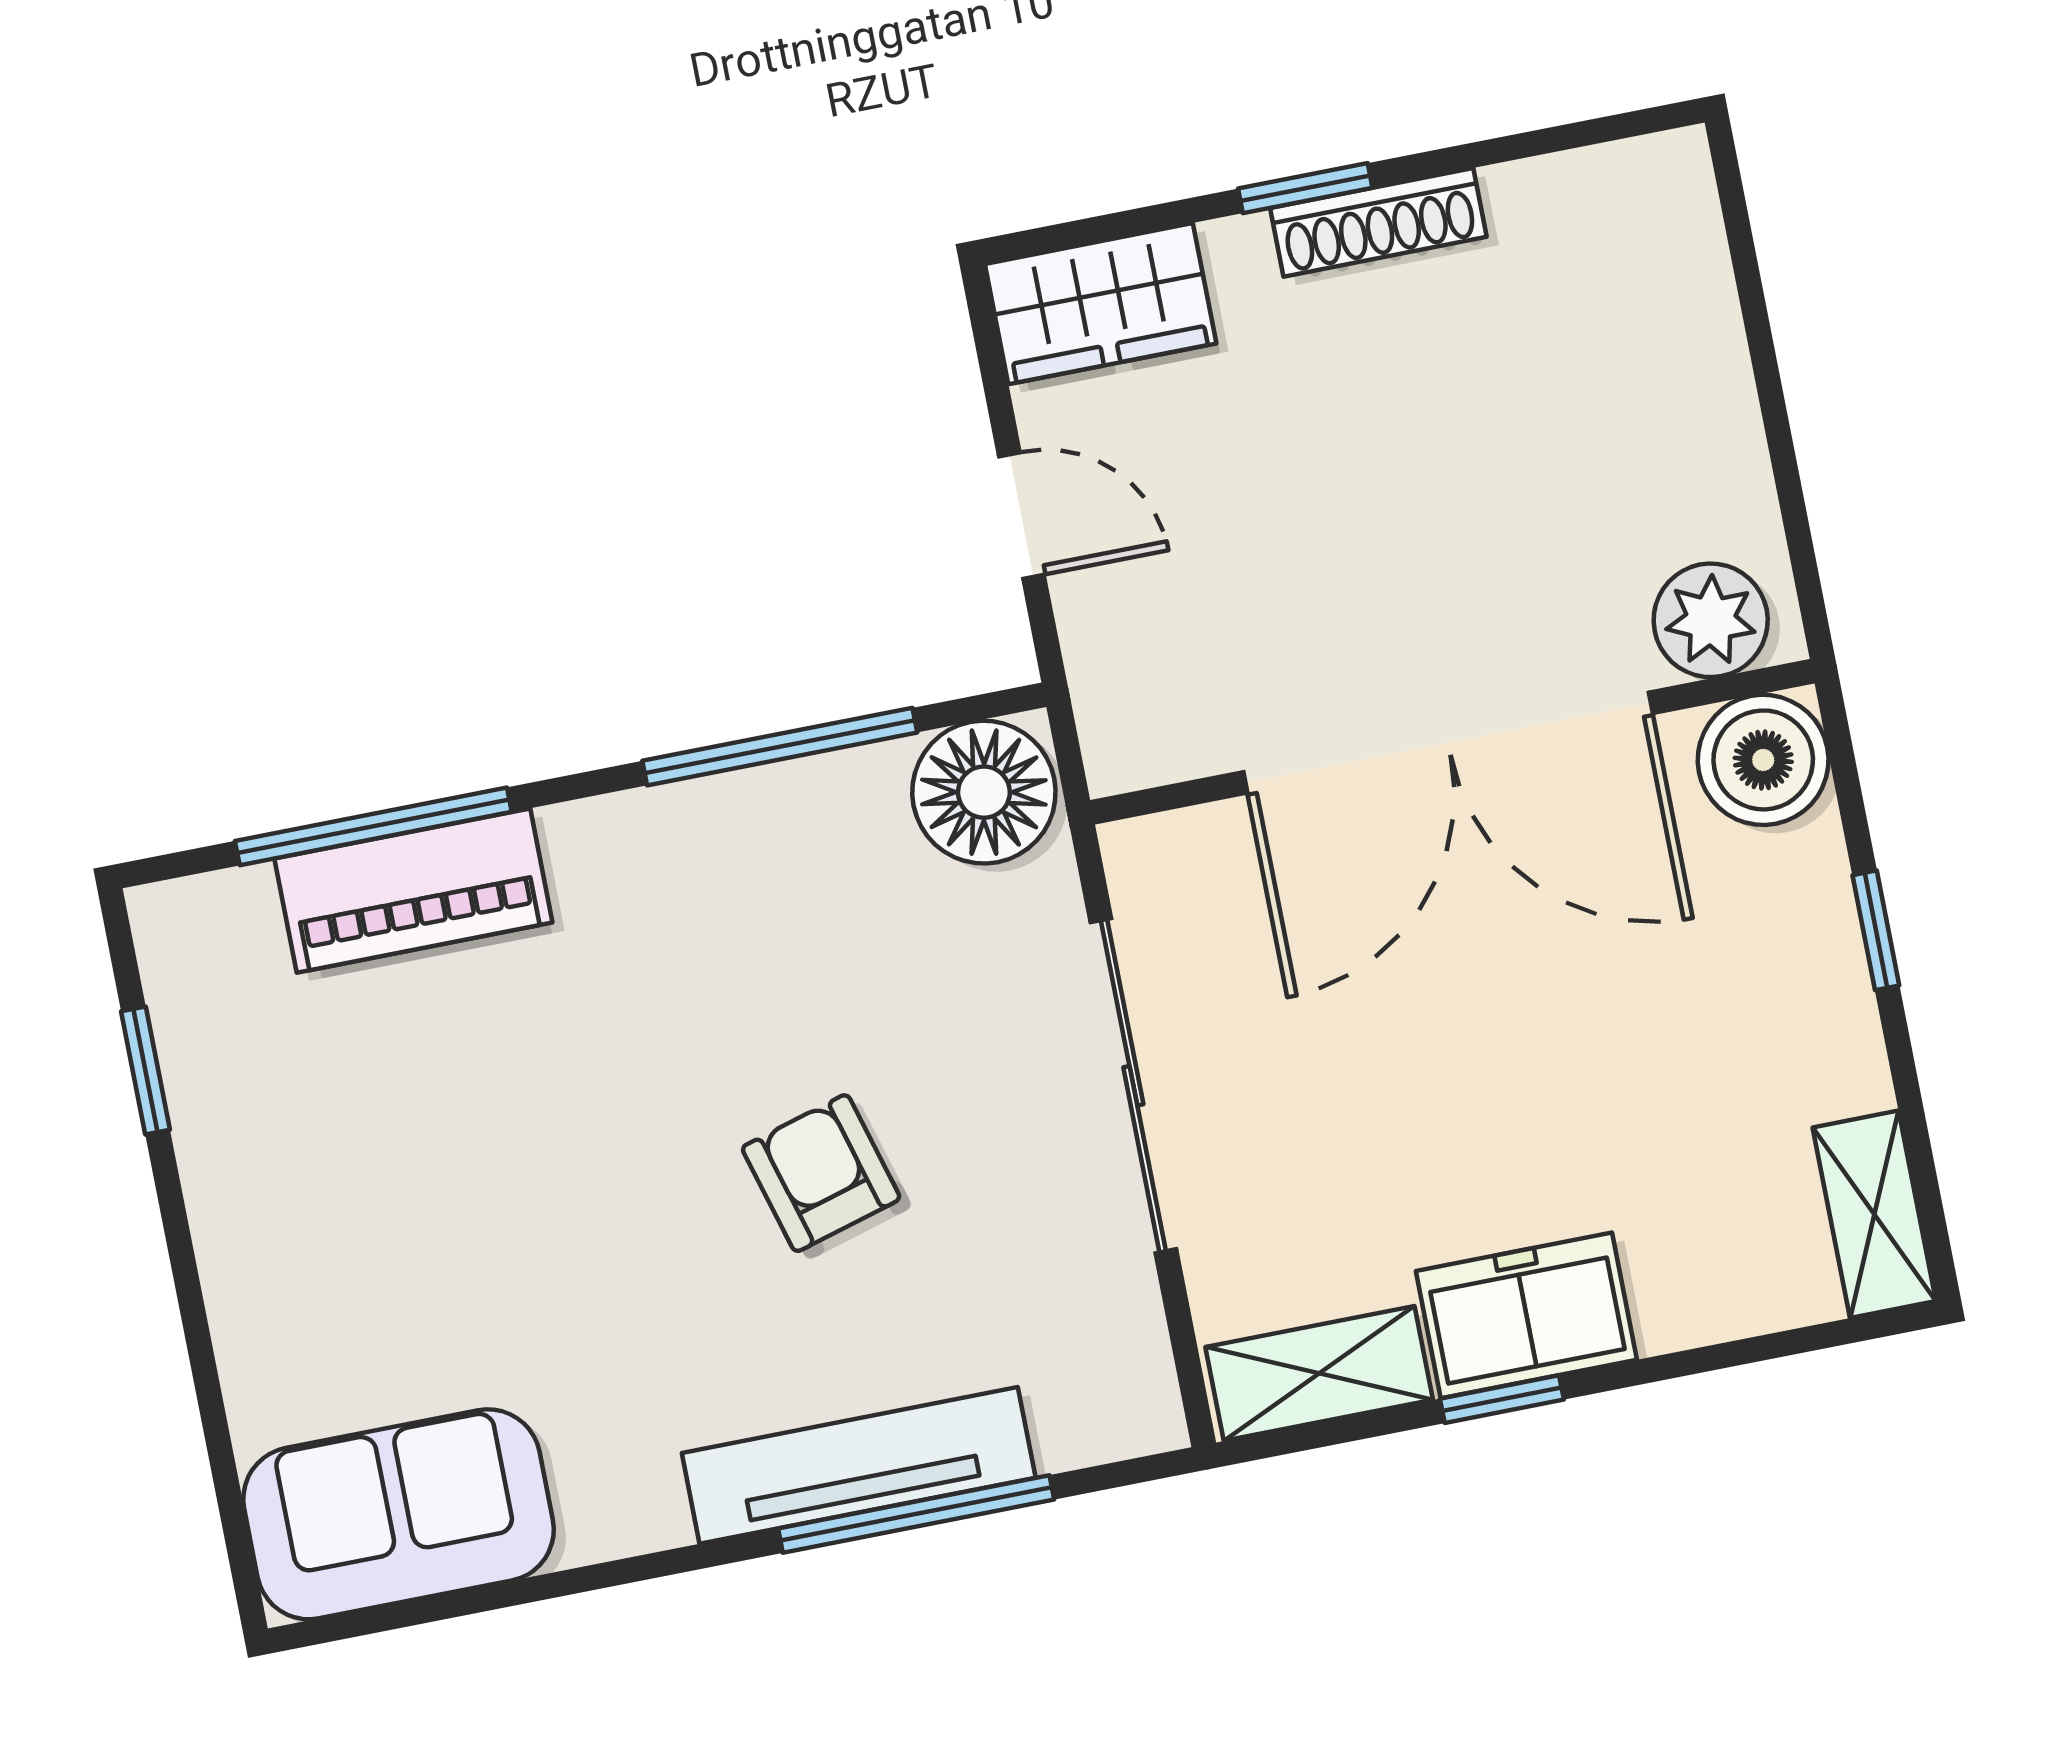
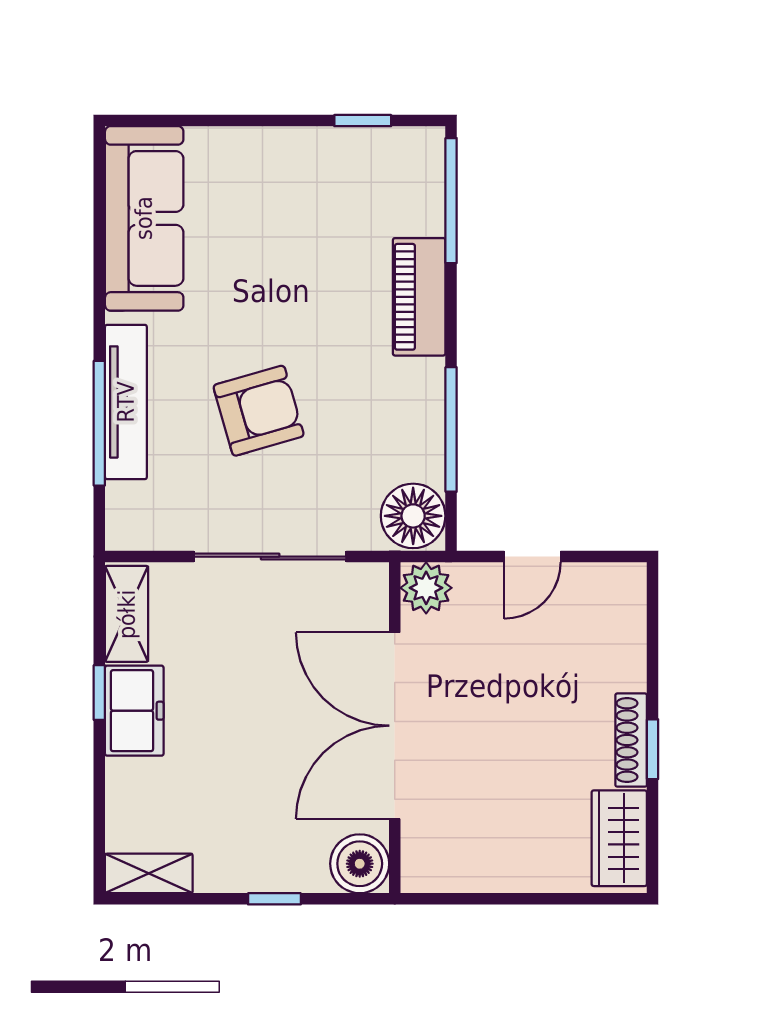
window: (1305, 188) -> (653, 749), moved
wardrobe: (1101, 304) -> (619, 838), moved
plant: (1711, 620) -> (426, 588), moved
window: (373, 826) -> (451, 201), moved
piano: (413, 891) -> (419, 297), moved
armchair: (821, 1173) -> (259, 411), width x1.38, depth x1.38
sofa: (399, 1514) -> (144, 218), width x1.36

